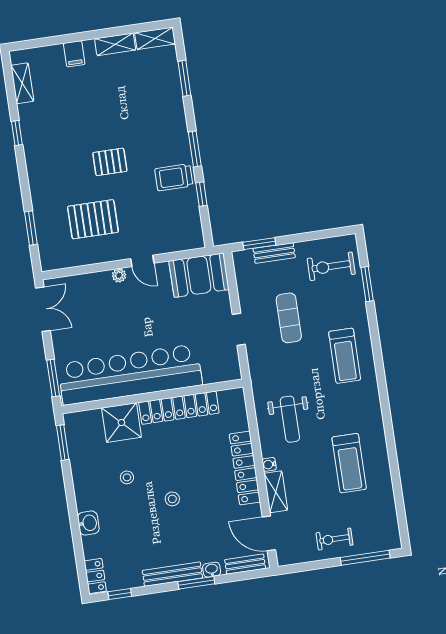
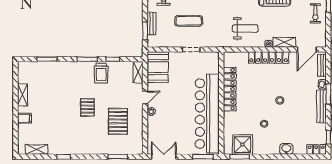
shelving: (155, 38) -> (138, 72), moved
shower: (121, 423) -> (242, 145), moved

